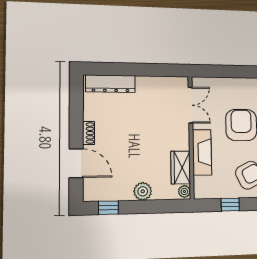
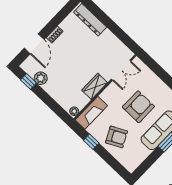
fireplace: (202, 152) -> (91, 113), moved
wardrobe: (181, 168) -> (95, 86), moved
plant: (143, 191) -> (41, 78), moved

